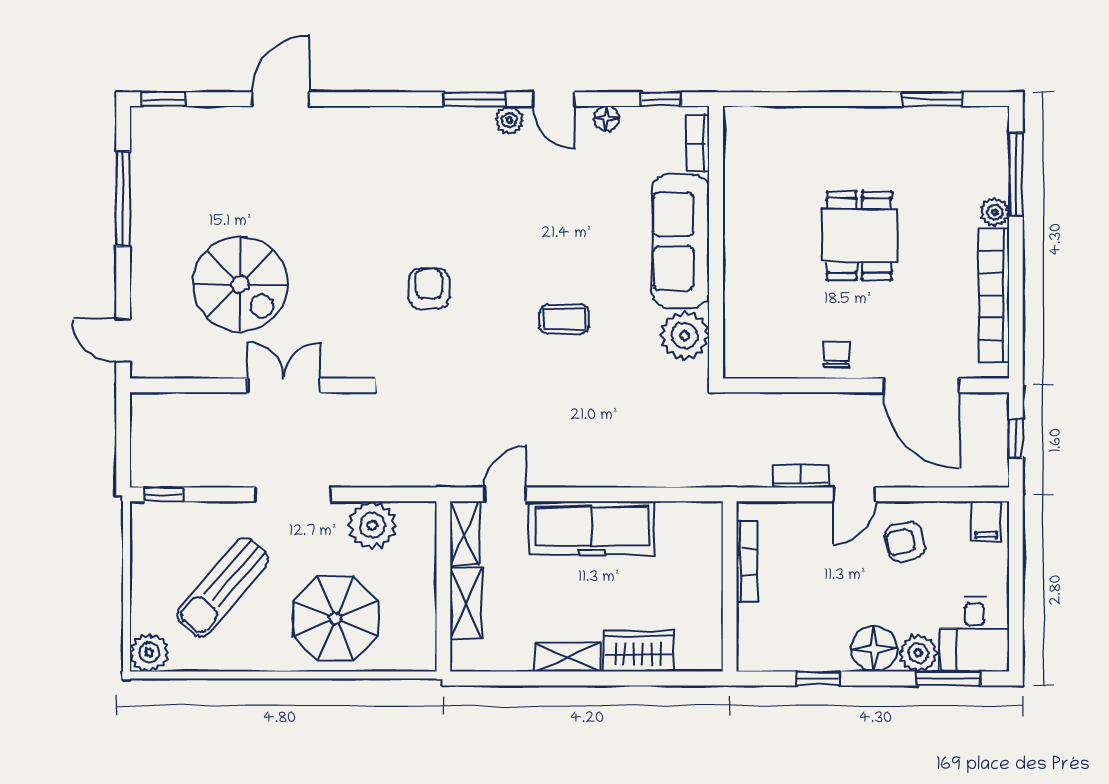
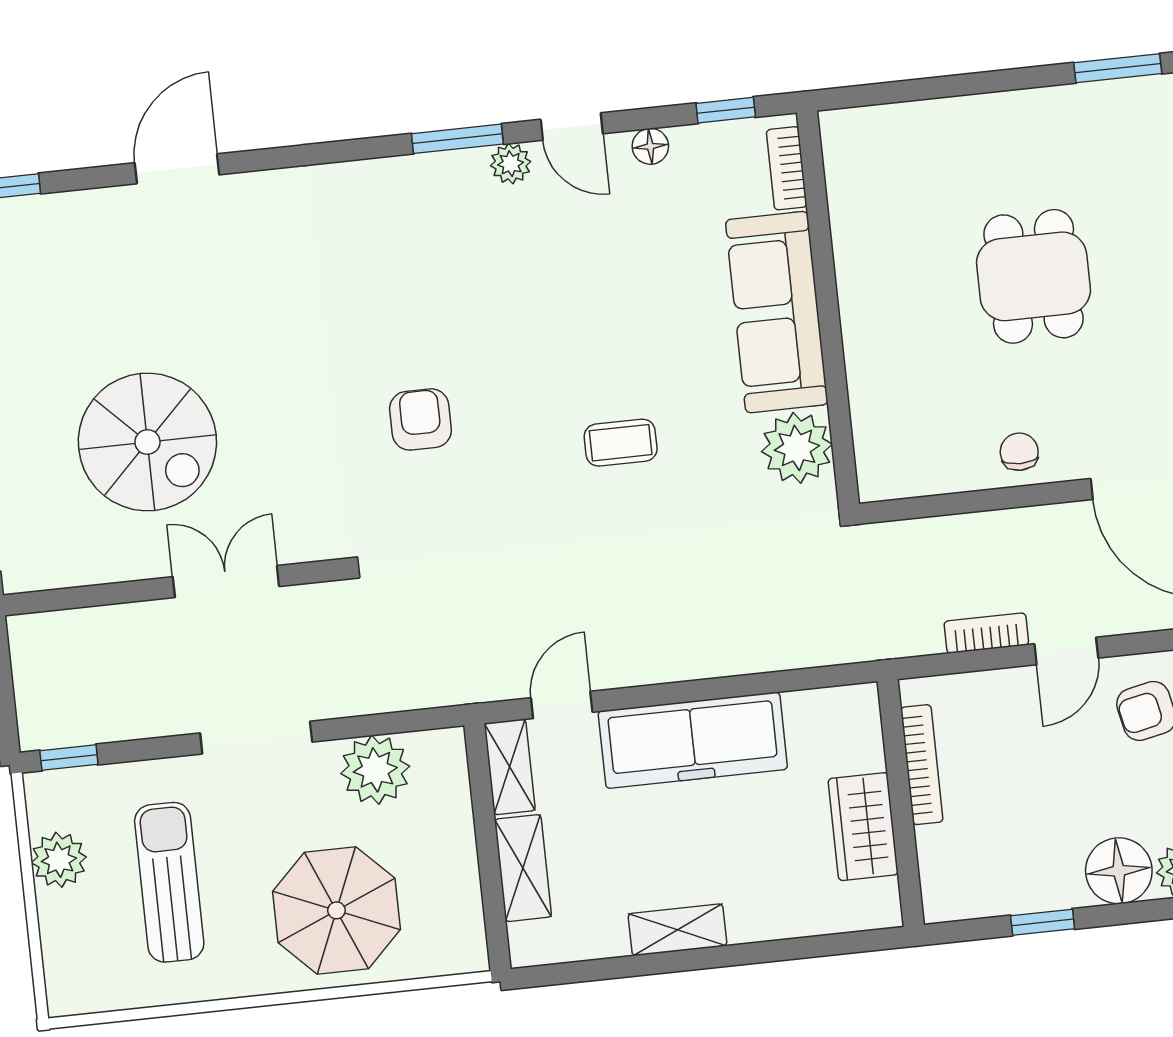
sun lounger: (223, 587) -> (169, 882), turned 139
wardrobe: (638, 651) -> (863, 827), moved, turned -90
plant: (149, 653) -> (59, 860), moved

